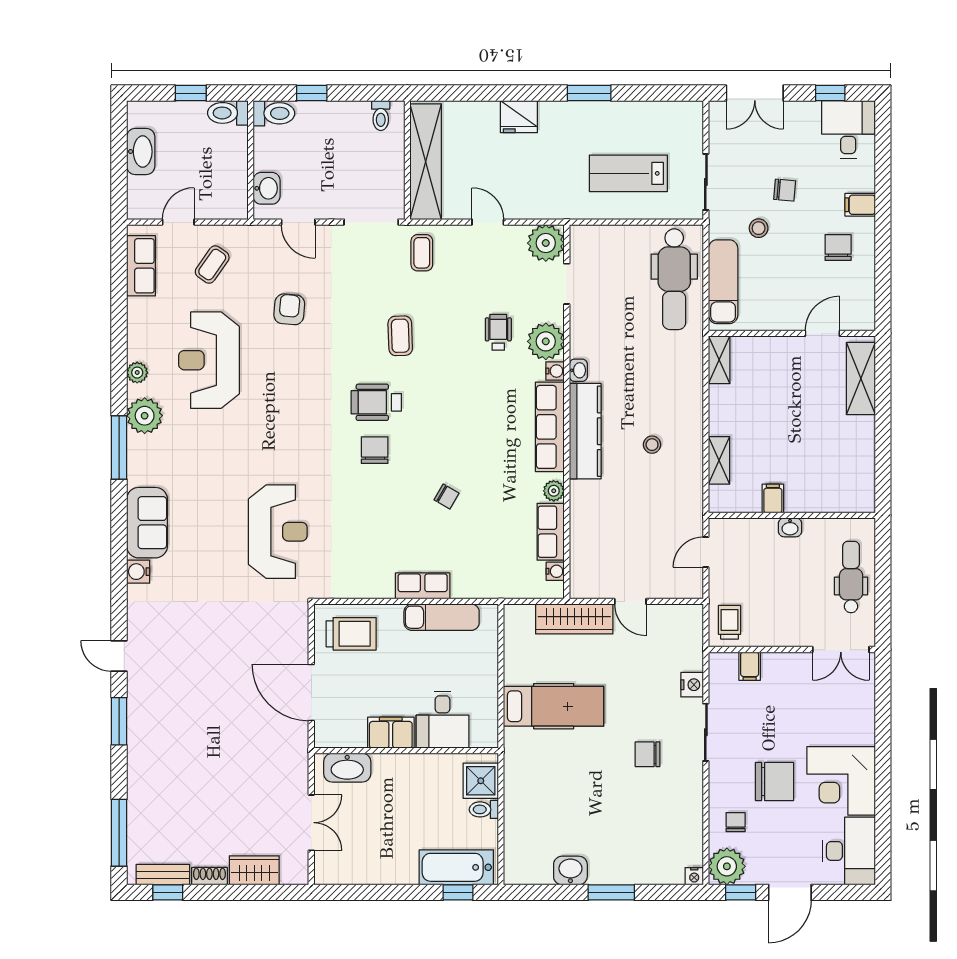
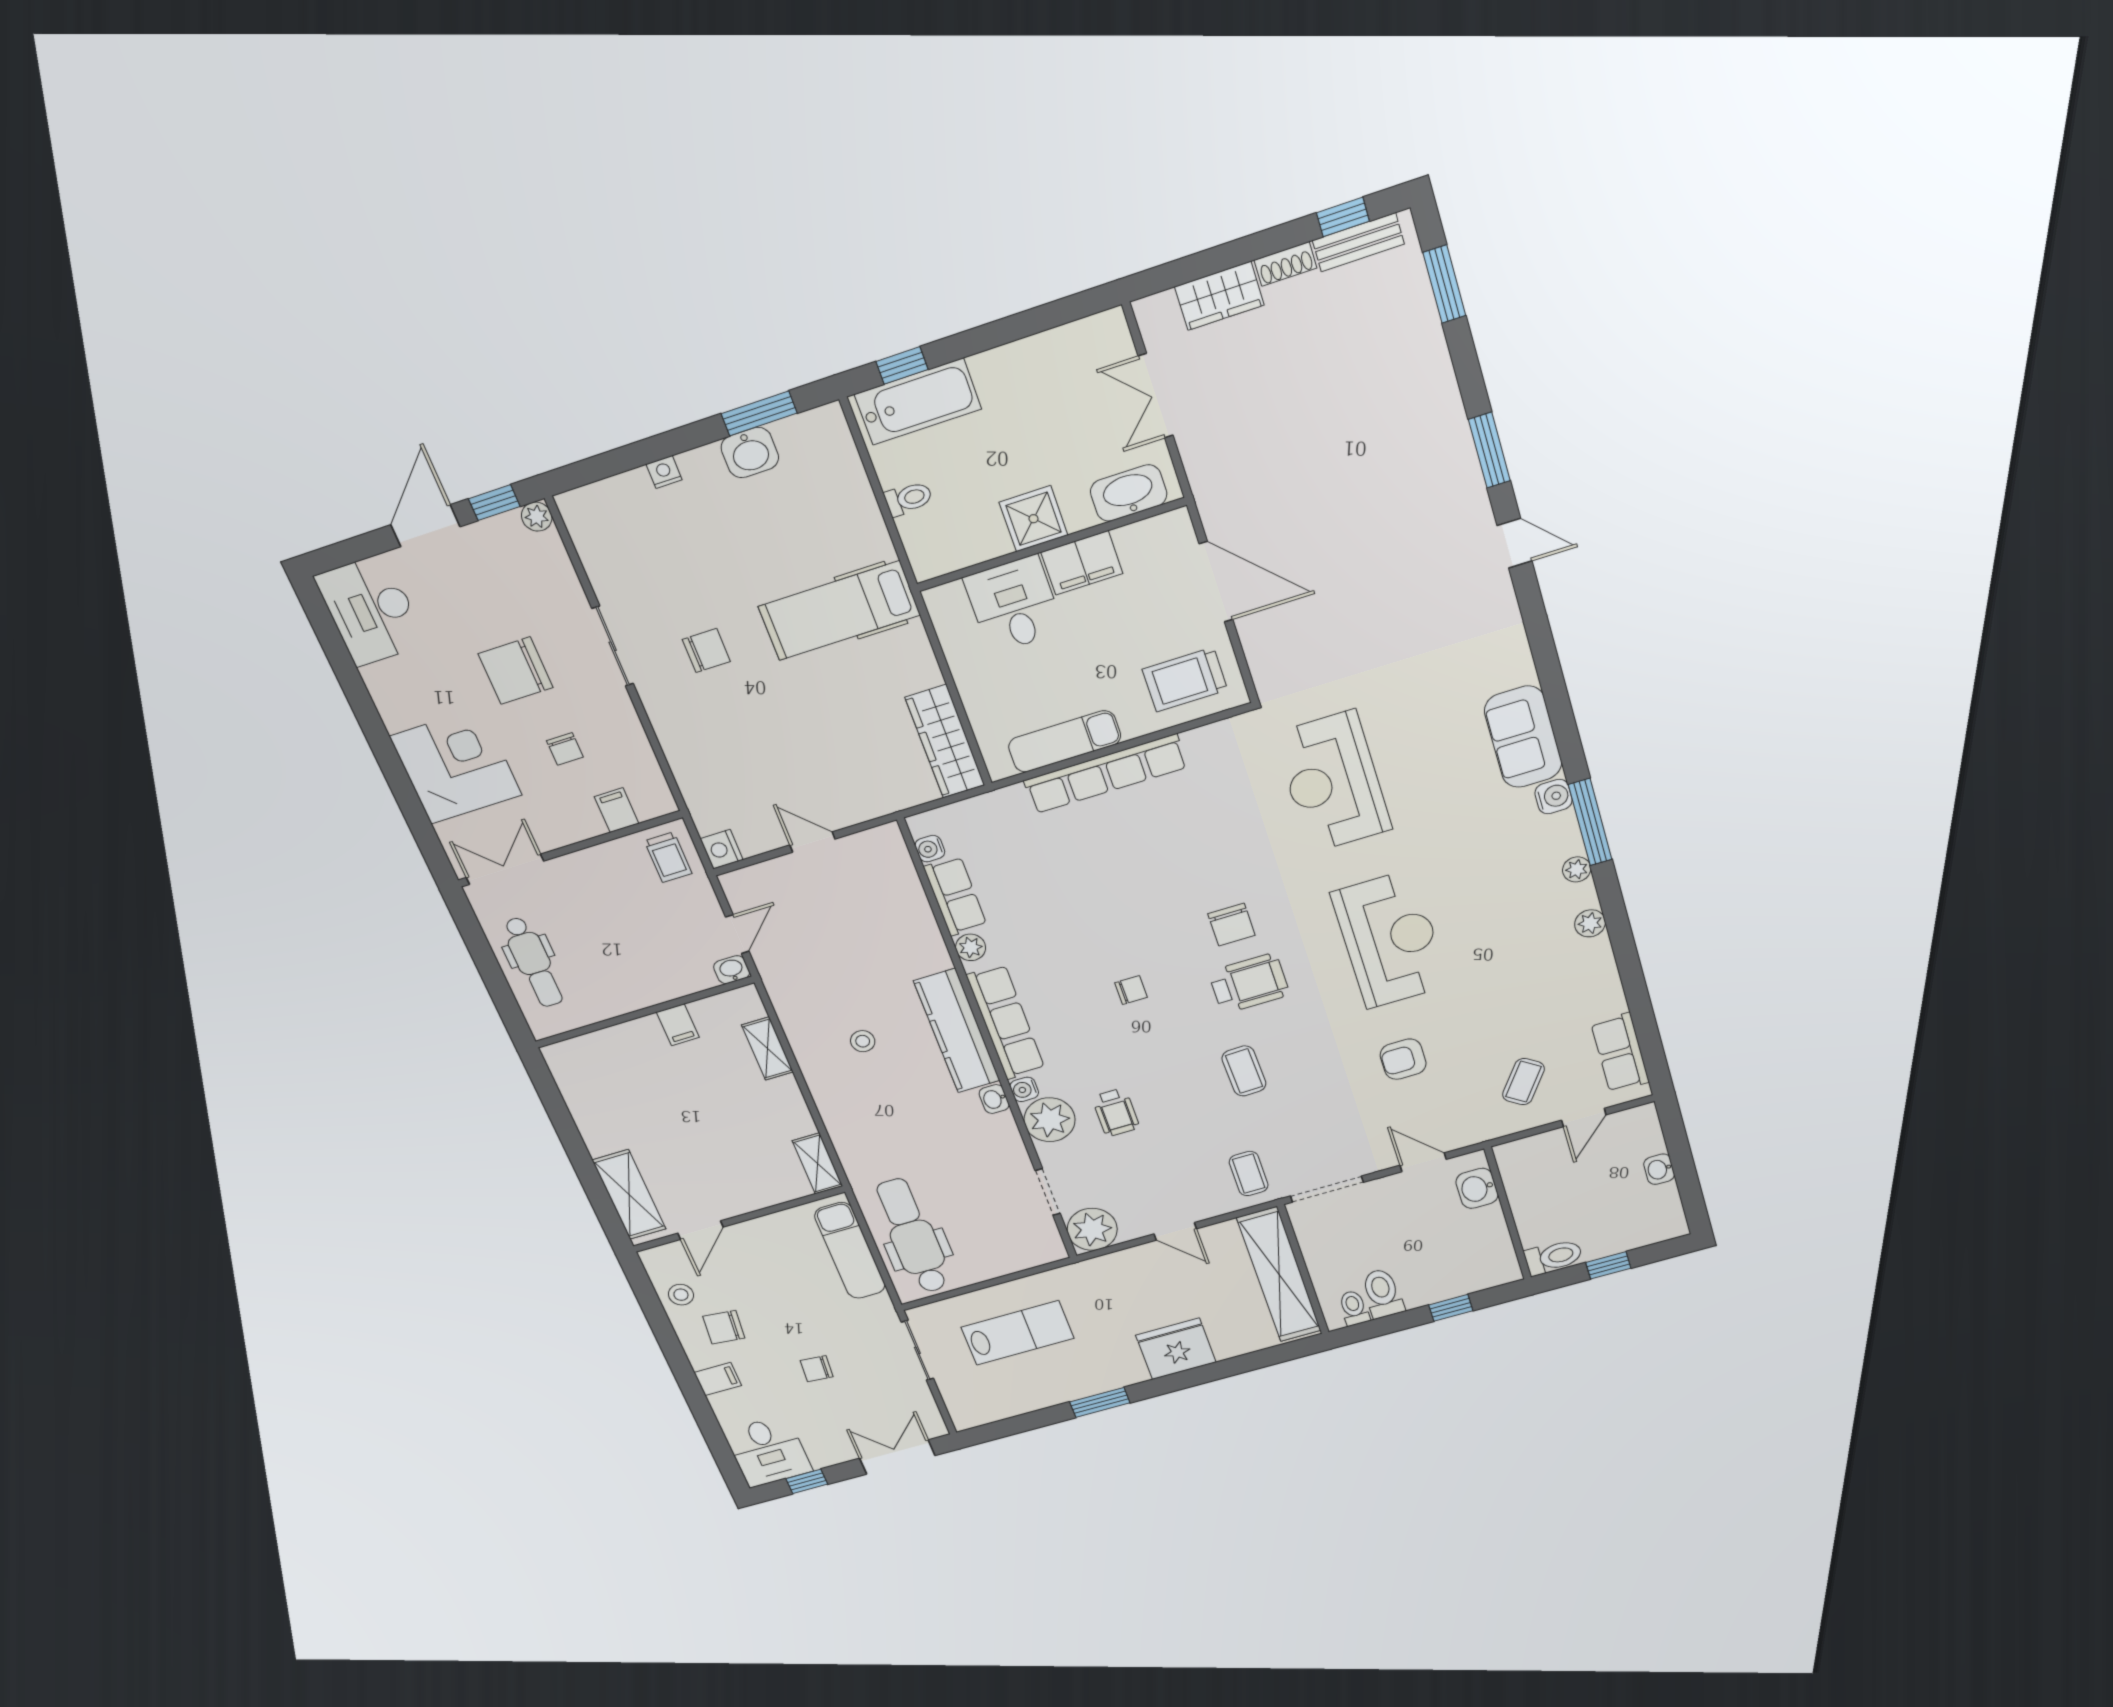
toilet: (274, 113) -> (1382, 1293), moved, turned 90
fridge: (519, 117) -> (1176, 1349), width x1.36, depth x1.34
washbasin: (141, 152) -> (1659, 1169), width x0.52, depth x0.69
stool: (759, 228) -> (681, 1295), moved
chair: (838, 248) -> (724, 1327), turned 96
armchair: (289, 309) -> (1403, 1059), turned 85
reception desk: (209, 360) -> (1390, 939), moved
plant: (145, 416) -> (1577, 869), width x0.53, depth x0.53
chair: (447, 497) -> (1131, 990), moved, turned 150
washbasin: (790, 527) -> (732, 970), moved
water cooler: (138, 572) -> (1554, 797), moved
row of seats: (423, 586) -> (1106, 774), width x2.02
wardrobe: (574, 619) -> (945, 741), moved, turned -90
nightstand: (692, 685) -> (722, 849), moved
hospital bed: (554, 706) -> (839, 611), moved
sliding door: (706, 732) -> (613, 646), moved
shower: (481, 781) -> (1033, 519), moved
corner desk: (841, 781) -> (456, 766), moved
chair: (736, 822) -> (565, 749), moved
window: (119, 833) -> (1444, 284), width x0.69
plant: (727, 866) -> (537, 517), width x0.53, depth x0.53
nightstand: (694, 876) -> (664, 472), moved
window: (611, 892) -> (759, 413), moved

